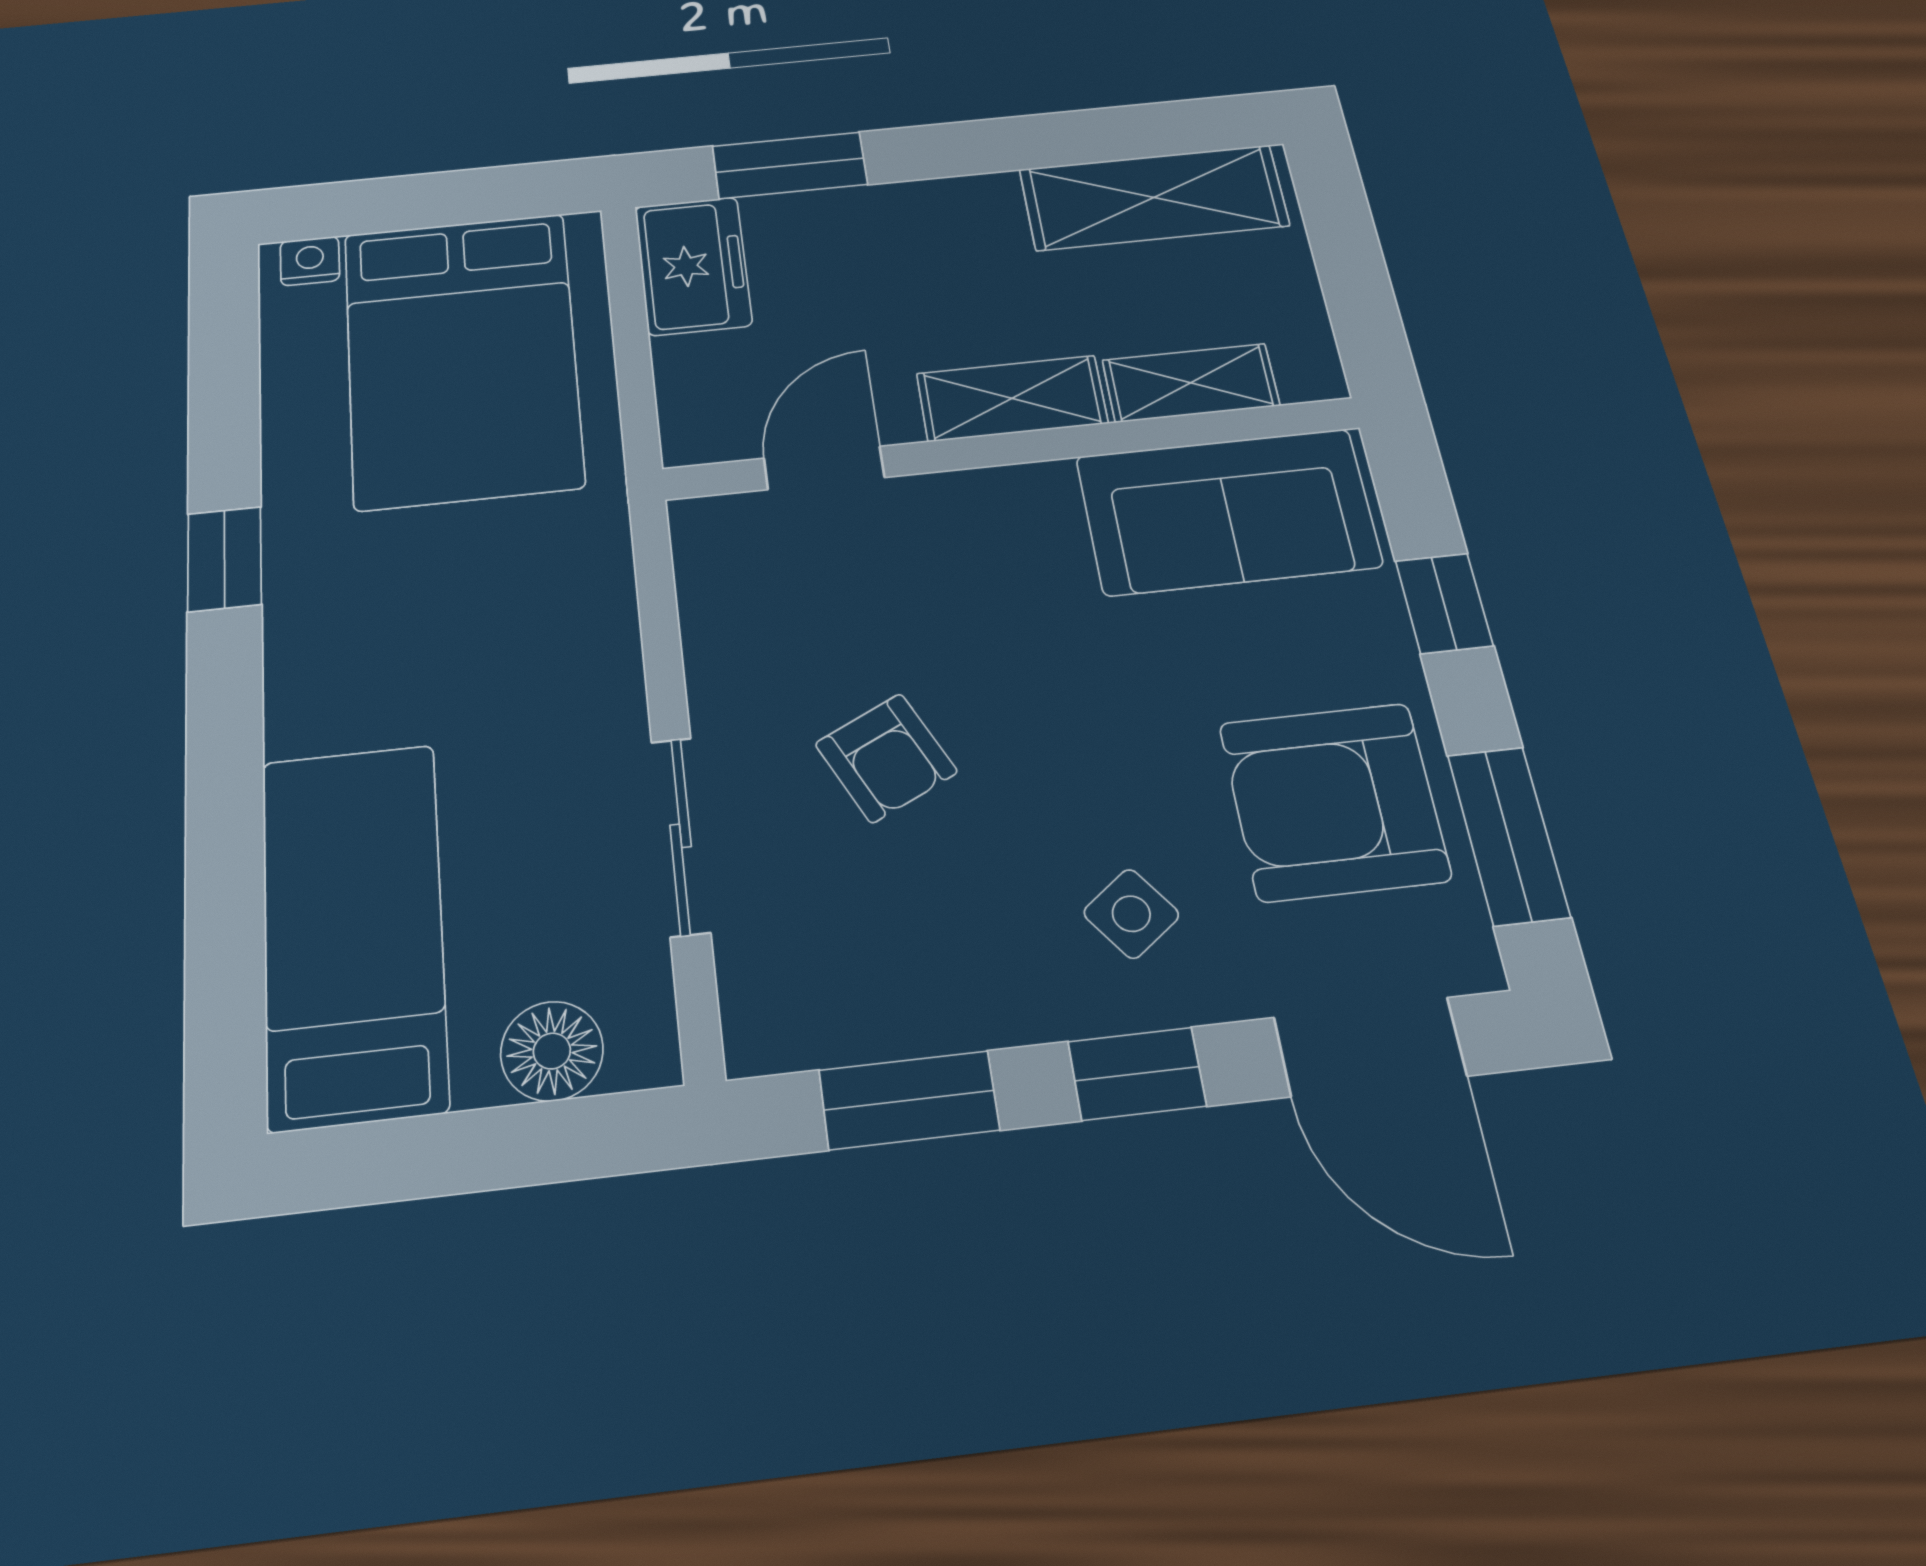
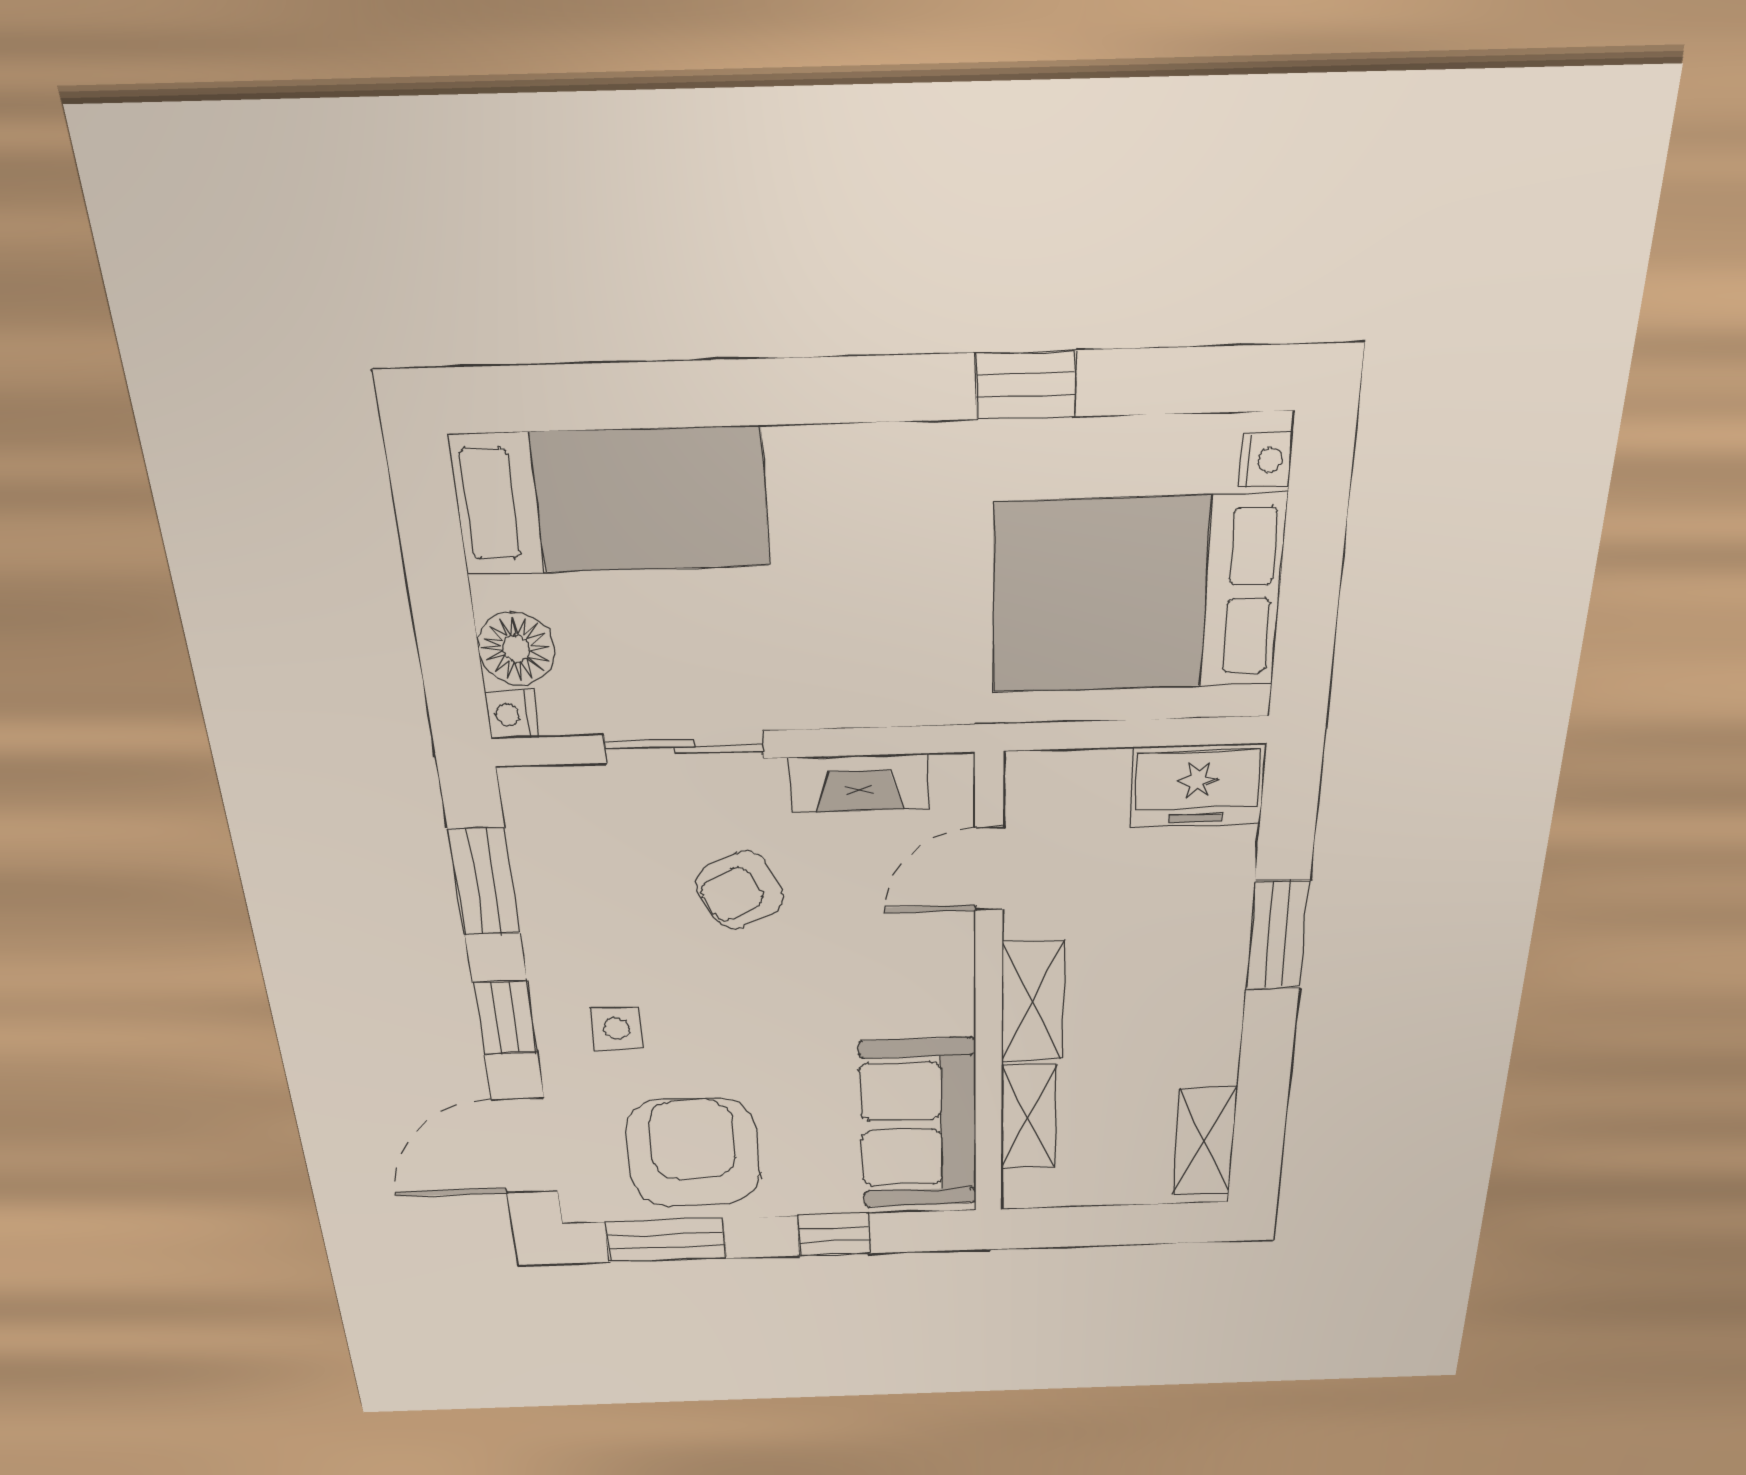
window: (790, 165) -> (1277, 935), moved
shelving: (1154, 197) -> (1204, 1141), width x0.67, depth x0.75
door: (824, 468) -> (989, 869), swing flipped
window: (224, 559) -> (1026, 385), moved
fireplace: (717, 625) -> (859, 783), added
side table: (1131, 914) -> (617, 1028), turned 37
nightstand: (647, 1058) -> (512, 715), added

